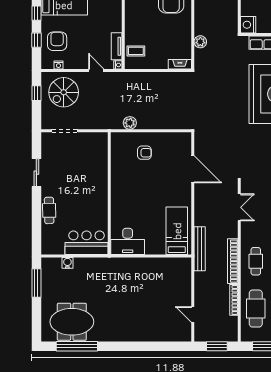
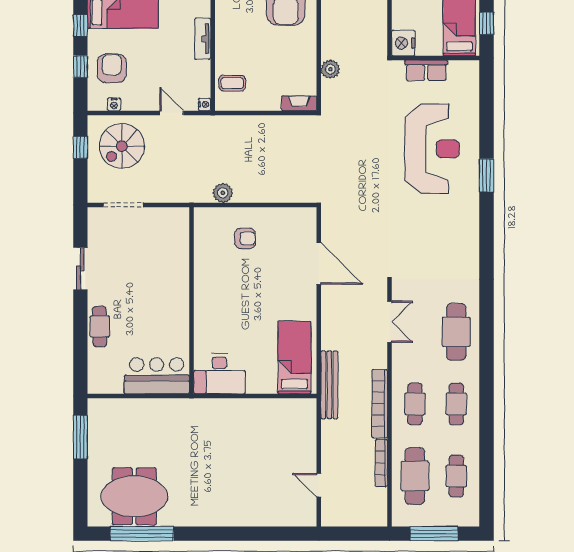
tv unit: (117, 46) -> (203, 39), moved
water cooler: (67, 263) -> (128, 406), removed
window: (217, 346) -> (356, 534), removed

